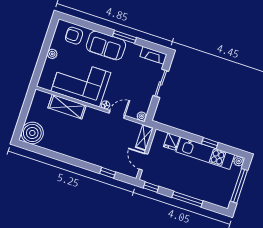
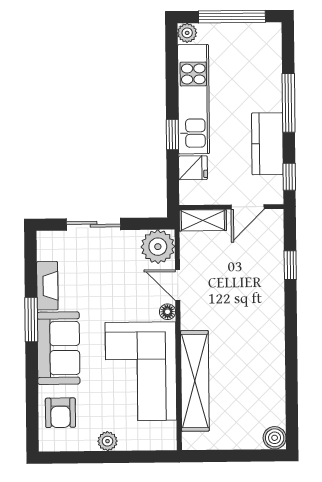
fireplace: (153, 55) -> (47, 286), moved
shelving: (67, 107) -> (195, 381), width x1.47
plant: (142, 116) -> (158, 247), width x1.87, depth x1.87
boiler: (32, 133) -> (275, 438), width x0.54, depth x0.54
window: (210, 143) -> (172, 135), moved
kitchen counter: (171, 182) -> (267, 144), added

